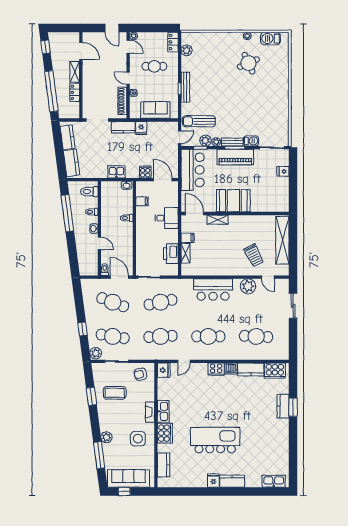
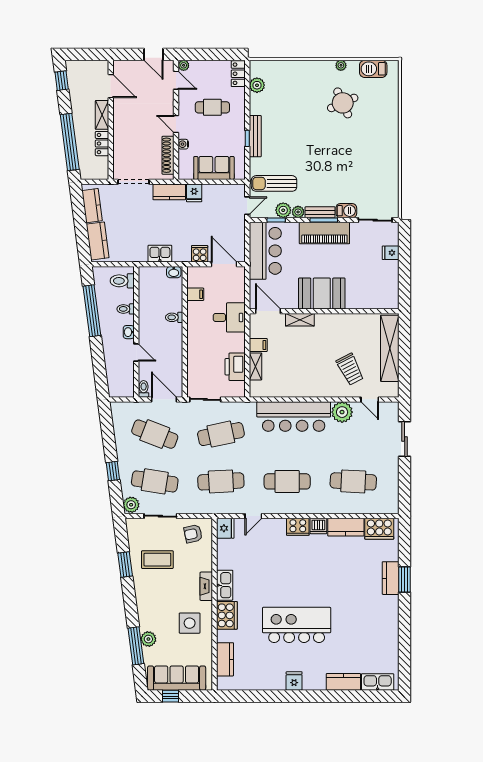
bar counter: (213, 290) -> (294, 417), width x1.36
plant: (106, 437) -> (148, 639), moved
kitchen counter: (232, 481) -> (343, 682), moved

